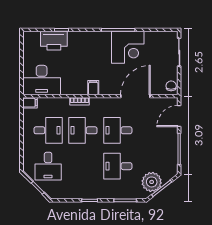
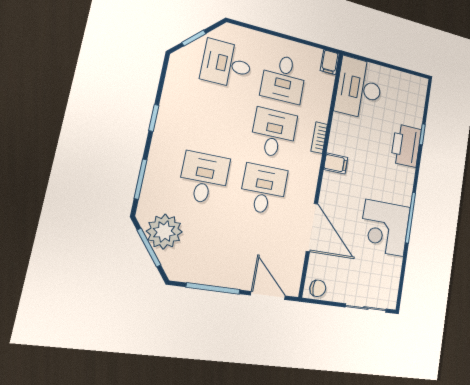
printer: (54, 41) -> (406, 146), moved

